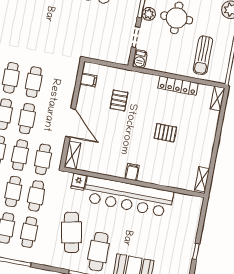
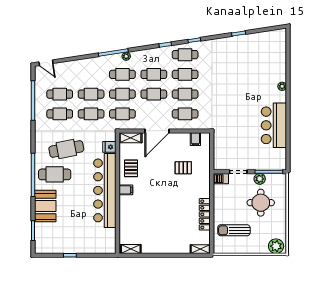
cafe table: (57, 86) -> (185, 114), added
pallet: (165, 133) -> (131, 168), moved

